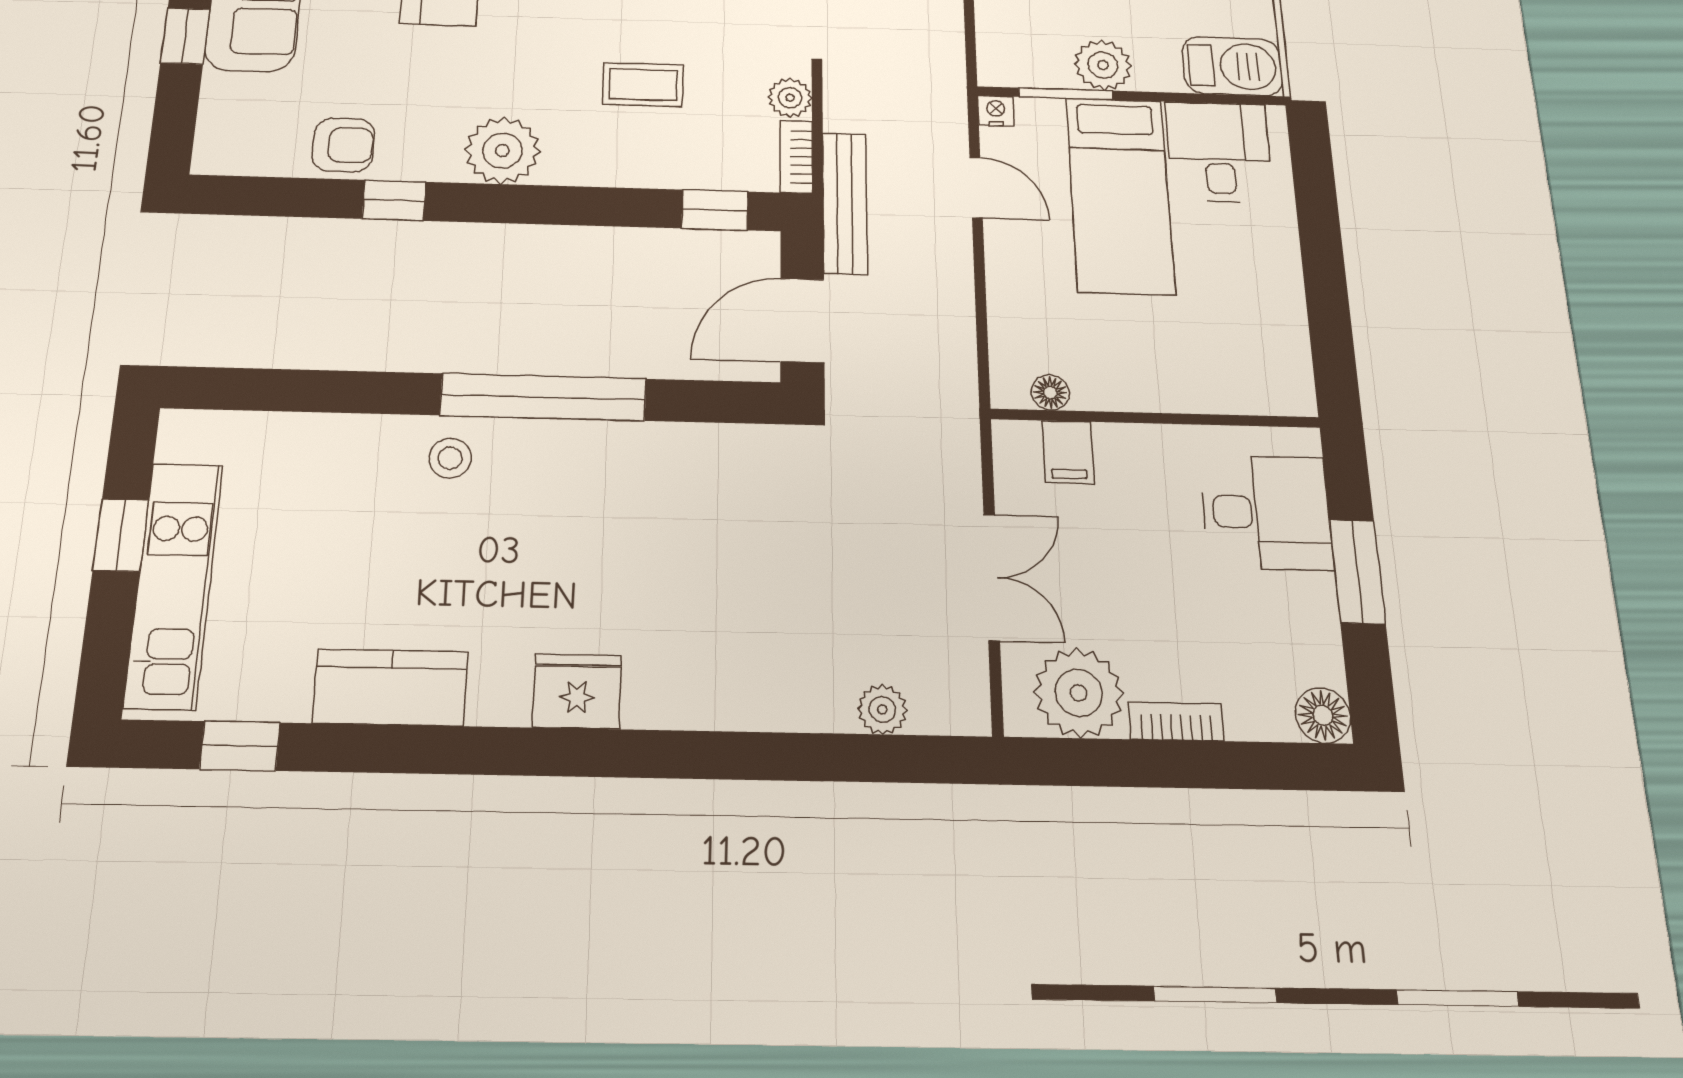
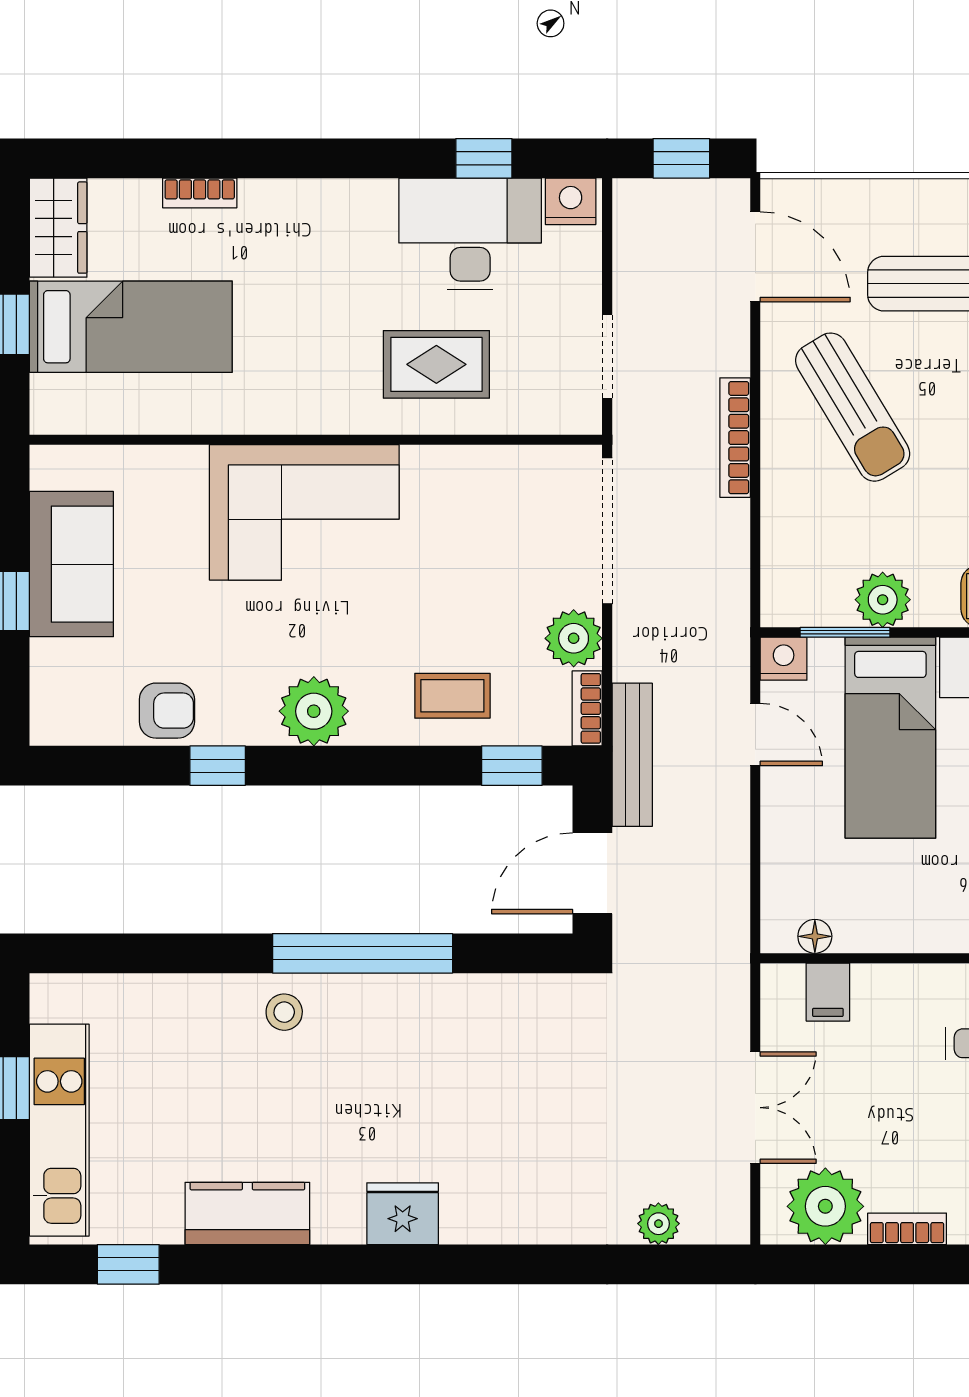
coffee table: (643, 85) -> (452, 696), moved
plant: (790, 98) -> (574, 638), width x1.38, depth x1.38
nightstand: (996, 111) -> (784, 659), width x1.39, depth x1.35

